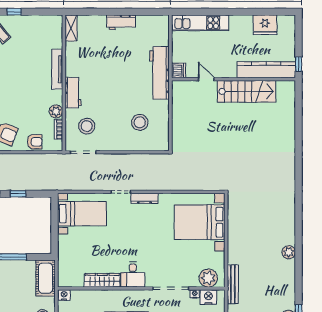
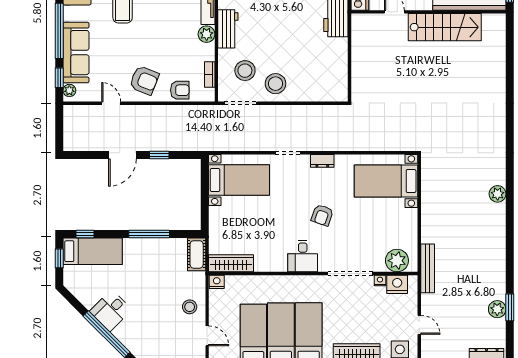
plant: (56, 111) -> (207, 34), moved
stool: (140, 122) -> (276, 84), moved
dresser: (144, 198) -> (322, 161), width x0.70
bed with nightstands: (200, 222) -> (386, 181), width x0.73
armchair: (148, 242) -> (322, 215), added
plant: (289, 252) -> (498, 194), moved
cot: (46, 278) -> (197, 254), width x0.73, depth x0.75
wardrobe: (102, 280) -> (231, 263), moved

